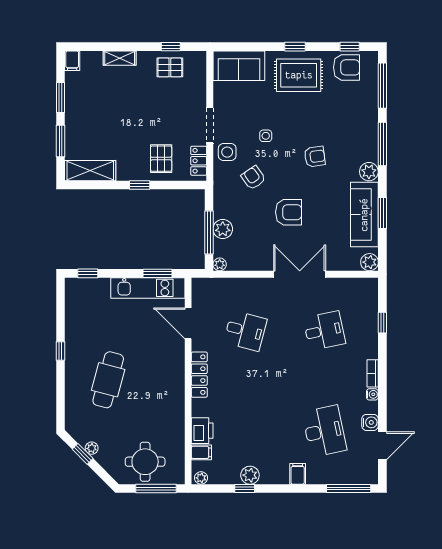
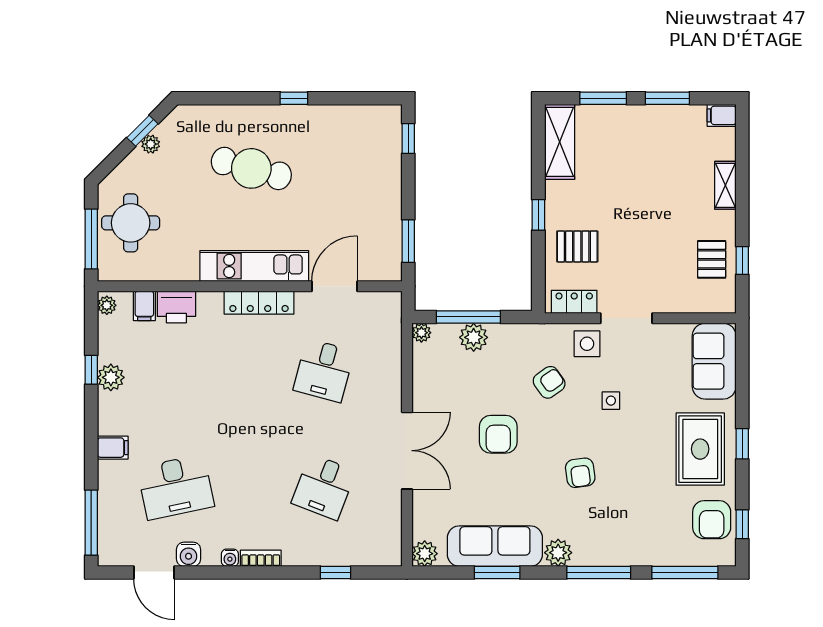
kitchen unit: (148, 288) -> (254, 266), moved, turned 90
desk: (324, 331) -> (324, 487), turned 33

